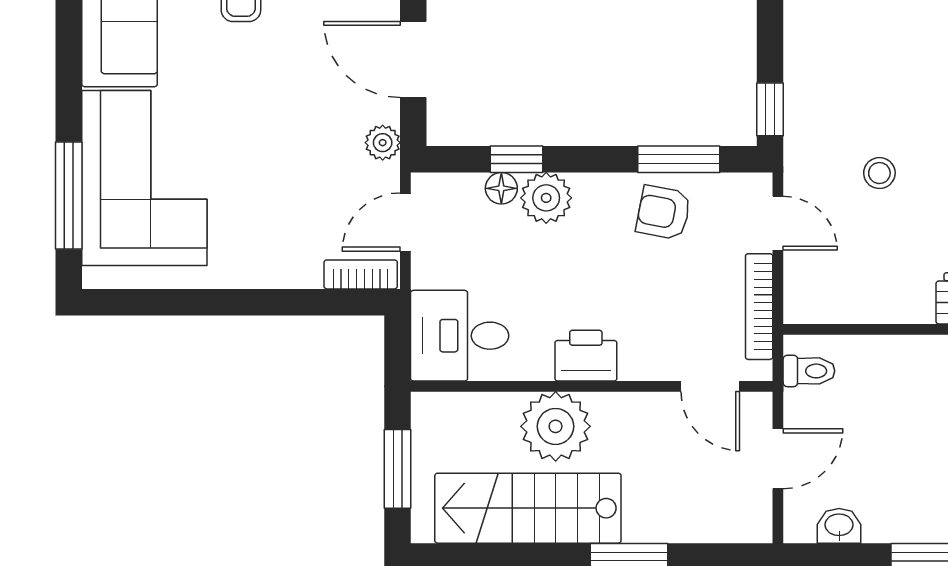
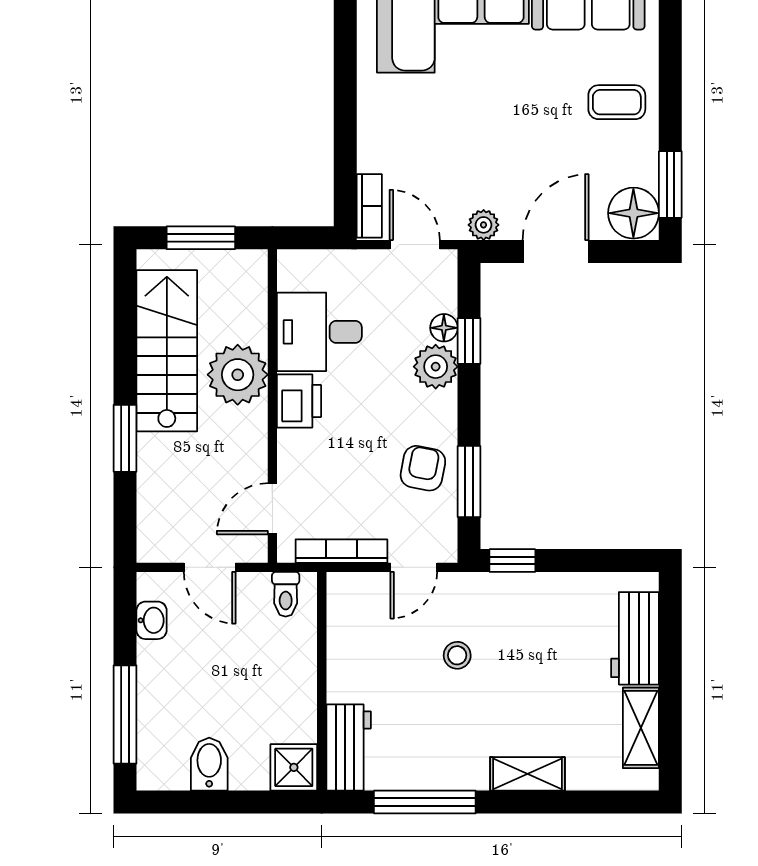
desk: (460, 336) -> (319, 332), moved, turned -90

